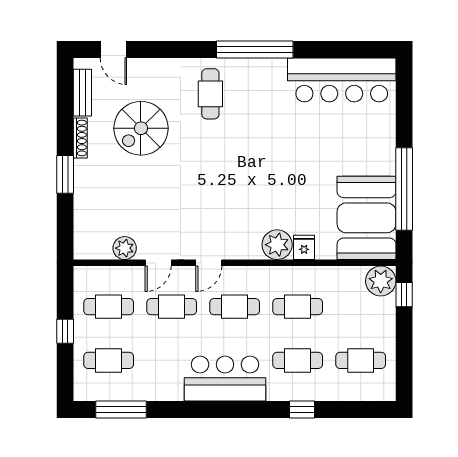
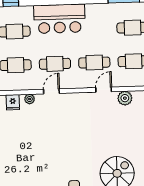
plant: (277, 245) -> (30, 99), width x0.53, depth x0.53
door: (209, 263) -> (51, 91), moved

